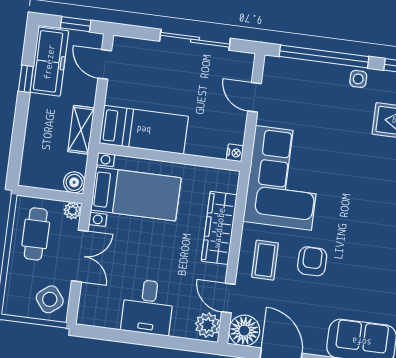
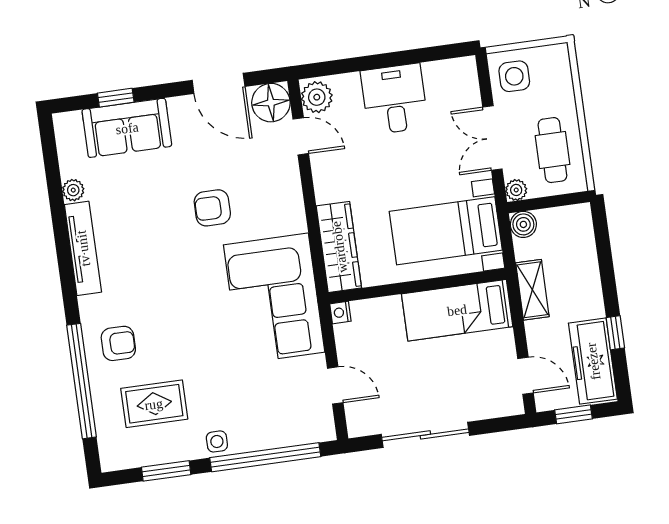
wardrobe: (219, 228) -> (339, 247), moved
coffee table: (265, 260) -> (269, 194), removed
armchair: (312, 261) -> (212, 208), turned 90
side table: (50, 299) -> (514, 76), turned 38

